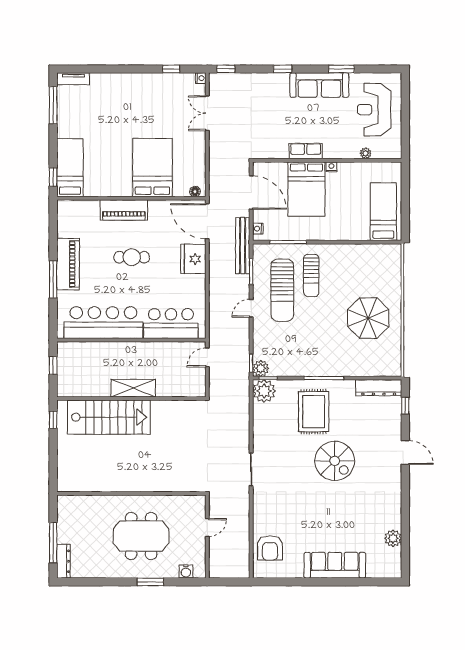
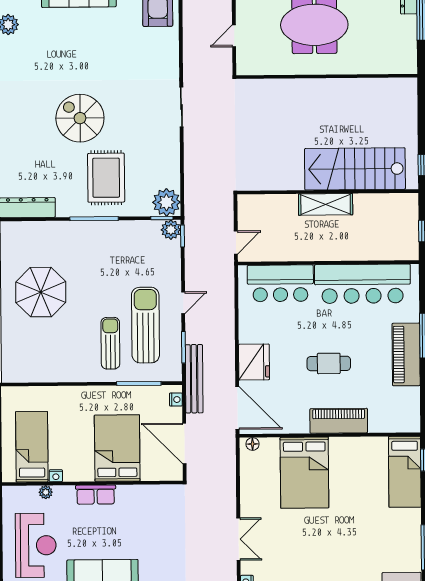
row of seats: (306, 151) -> (96, 495), moved
nightstand: (331, 167) -> (56, 476), moved
bed: (383, 212) -> (32, 447), moved, turned 180

